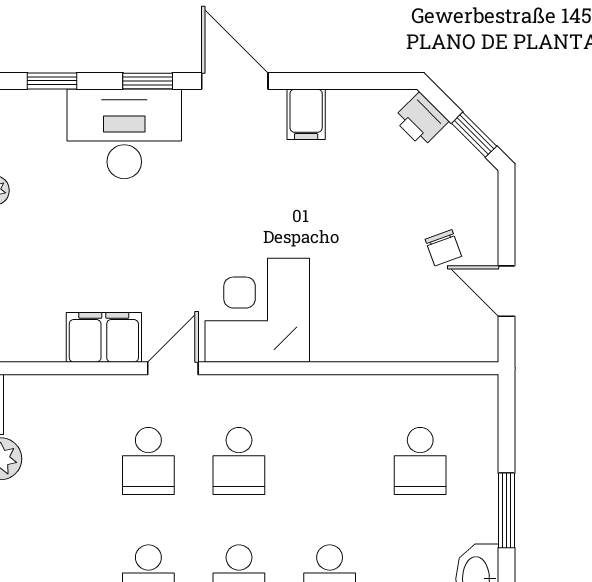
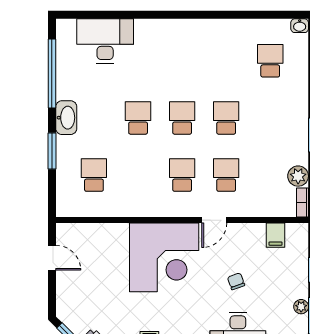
chair: (443, 248) -> (236, 281), moved
corner desk: (257, 310) -> (164, 257), width x1.36, depth x1.36
filing cabinet: (104, 337) -> (276, 235), moved, width x0.50

